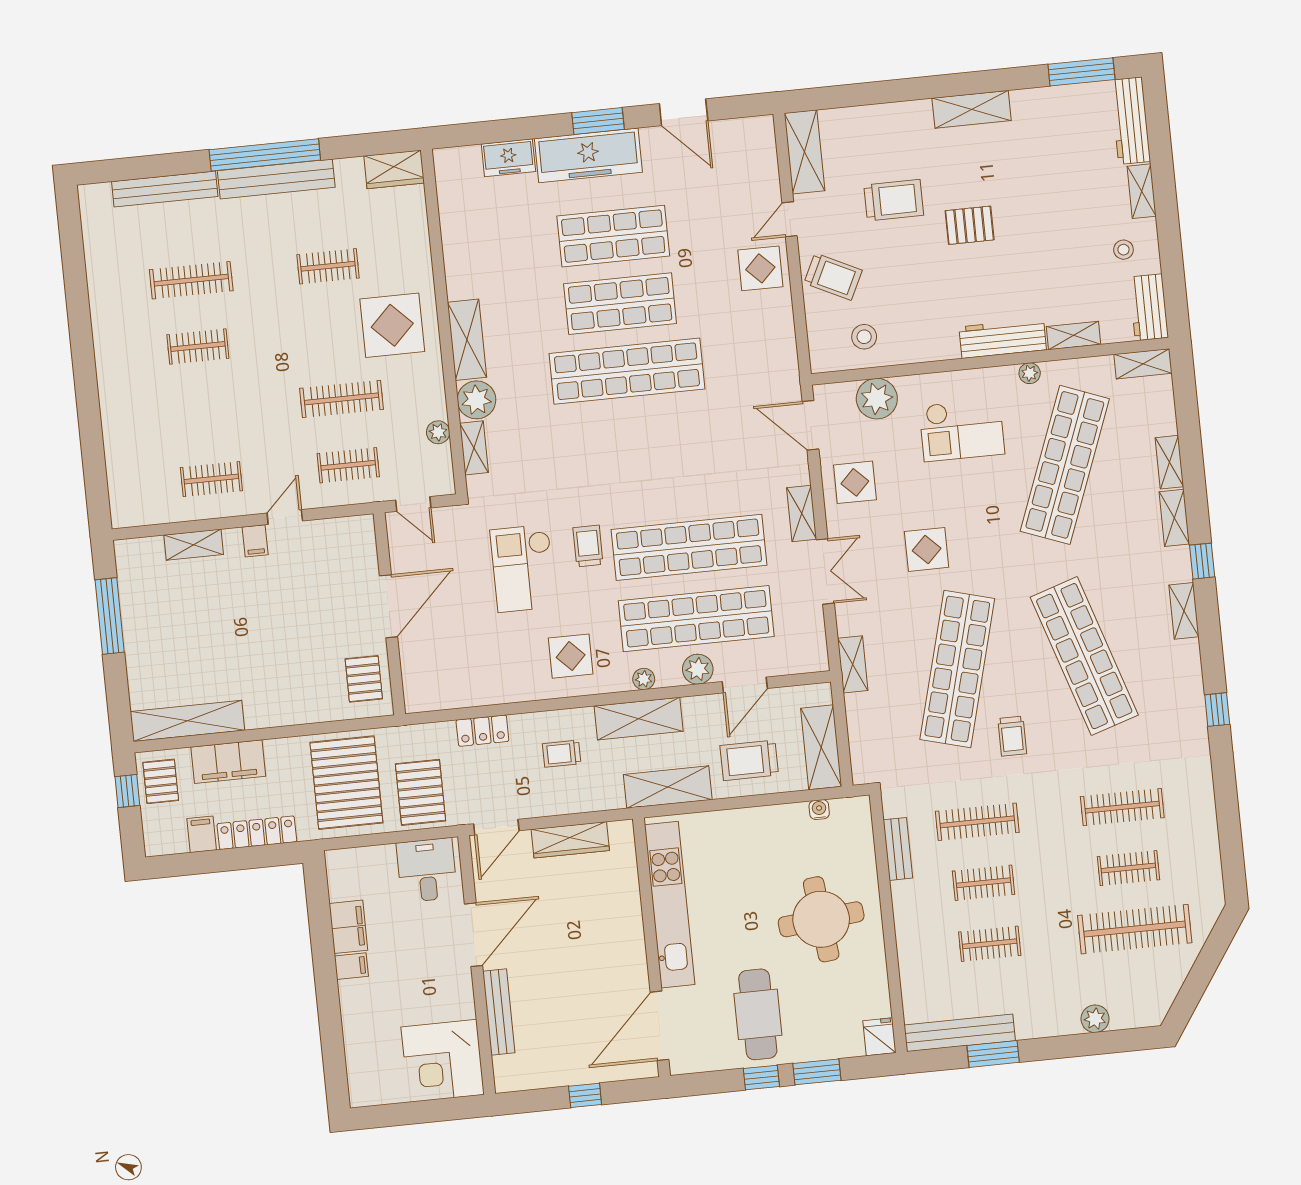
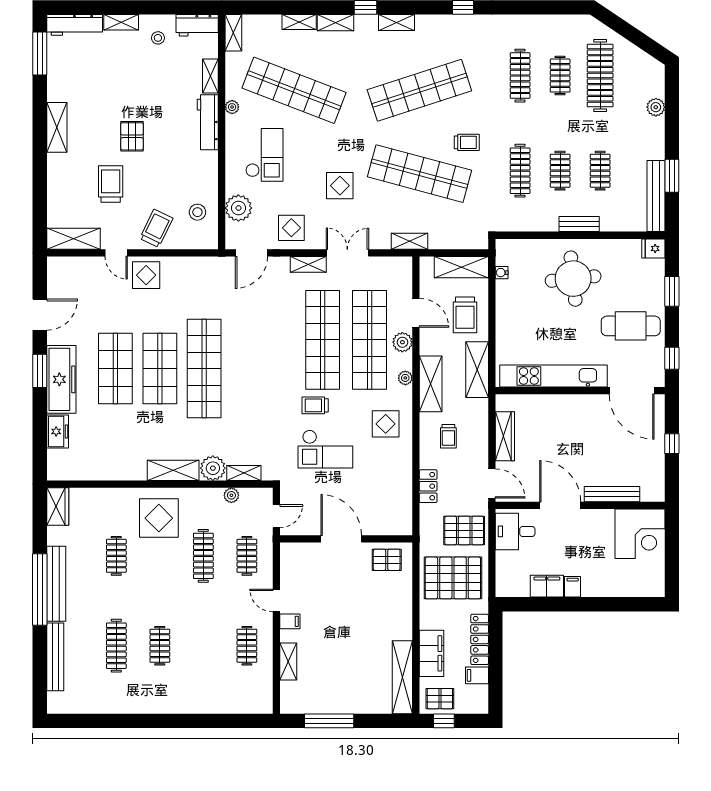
bench: (898, 849) -> (579, 224), moved
window: (761, 1077) -> (672, 358), moved

